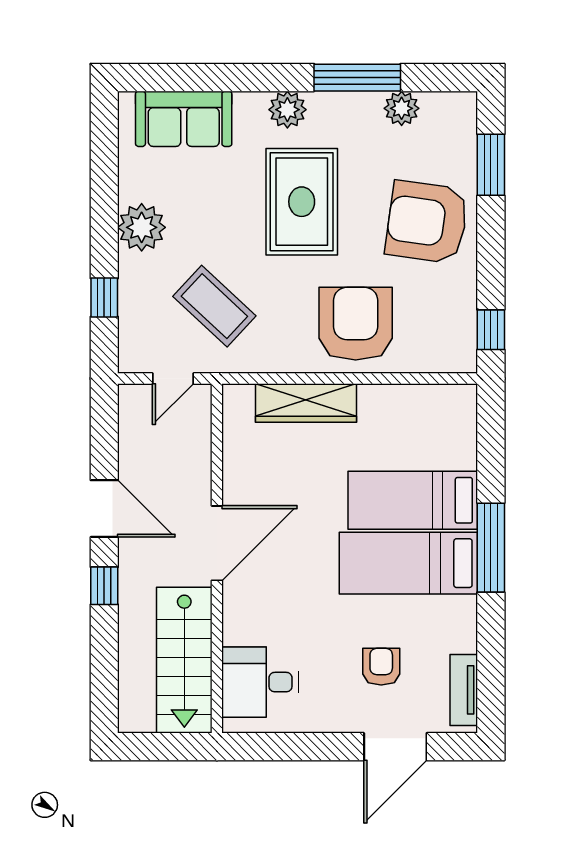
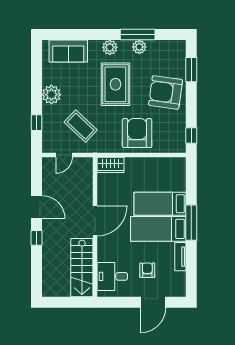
plant: (402, 108) -> (139, 47), moved
wardrobe: (306, 403) -> (110, 165), width x0.67
door: (217, 543) -> (95, 221), moved
wall: (217, 558) -> (95, 227), moved
stairs: (184, 660) -> (82, 268), moved
desk: (260, 682) -> (112, 276), moved
tv unit: (464, 690) -> (180, 257), moved

